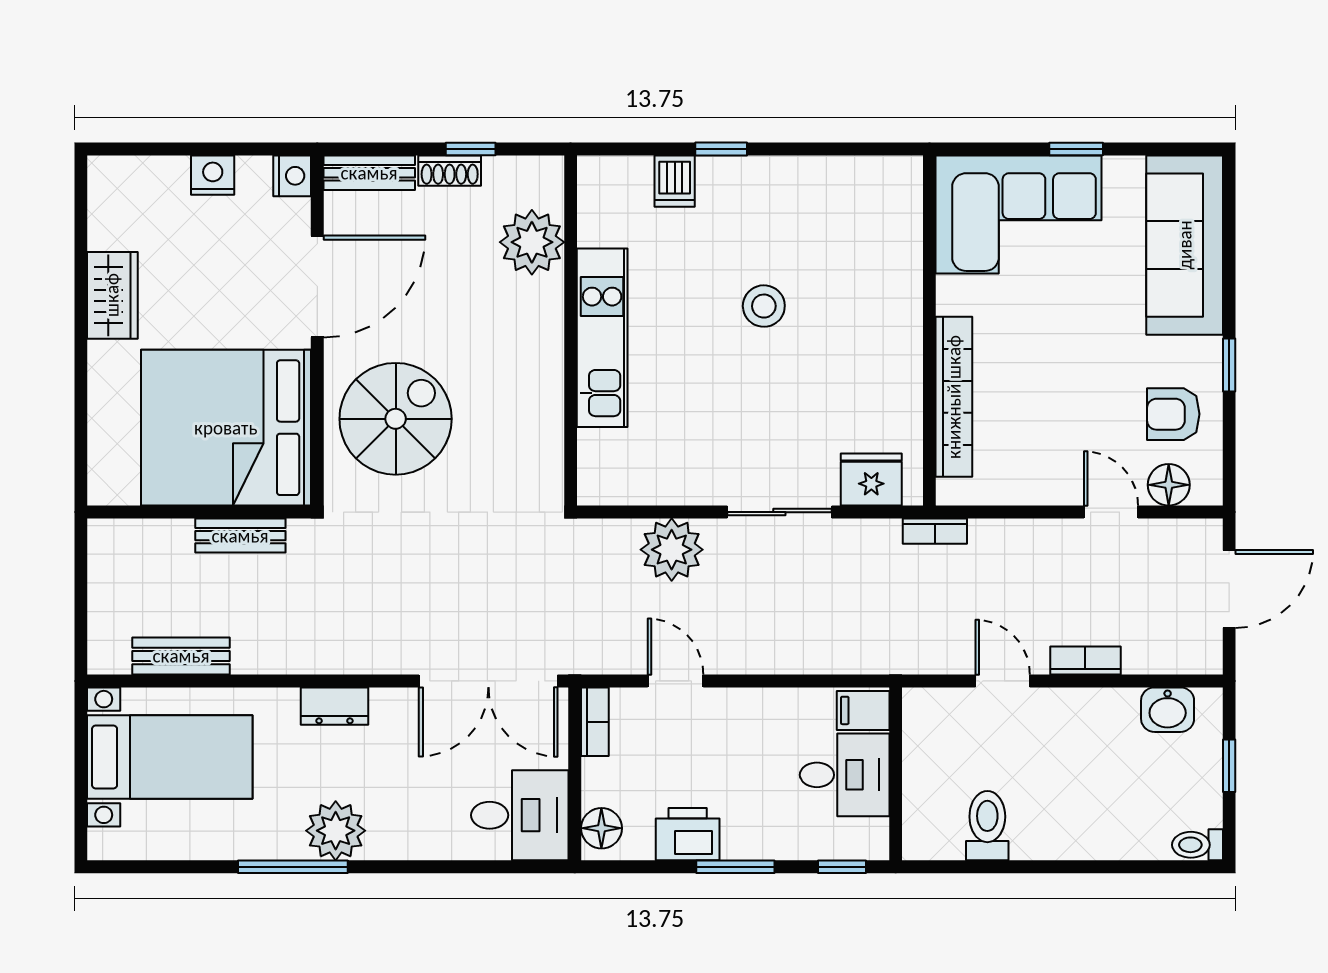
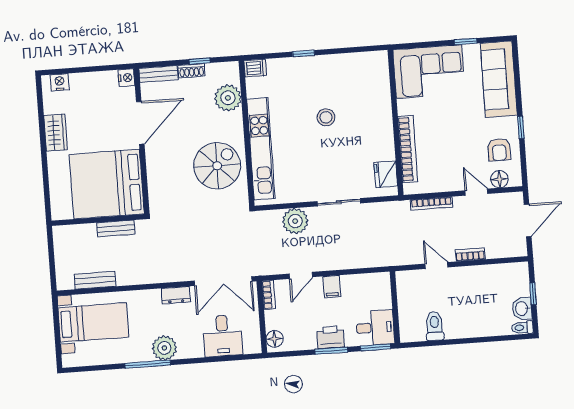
window: (1076, 149) -> (466, 42), moved
nightstand: (213, 175) -> (59, 82), moved
dishwasher: (675, 181) -> (255, 68), moved, turned -90
kitchen unit: (602, 338) -> (261, 149), width x1.36
armchair: (1173, 414) -> (499, 150), turned -90
spiral stairs: (396, 419) -> (217, 166), moved
fridge: (871, 480) -> (386, 174), moved, turned -90
bookcase: (935, 531) -> (431, 203), moved, width x1.56
door: (676, 681) -> (301, 275), swing flipped
dresser: (335, 706) -> (176, 295), moved
filing cabinet: (863, 710) -> (332, 287), moved, turned -90
washbasin: (1168, 710) -> (522, 309), moved, turned 90
desk: (845, 775) -> (375, 328), moved
desk: (520, 815) -> (223, 336), moved, turned 90
printer: (688, 834) -> (331, 337), moved
window: (842, 867) -> (376, 347), width x1.50

